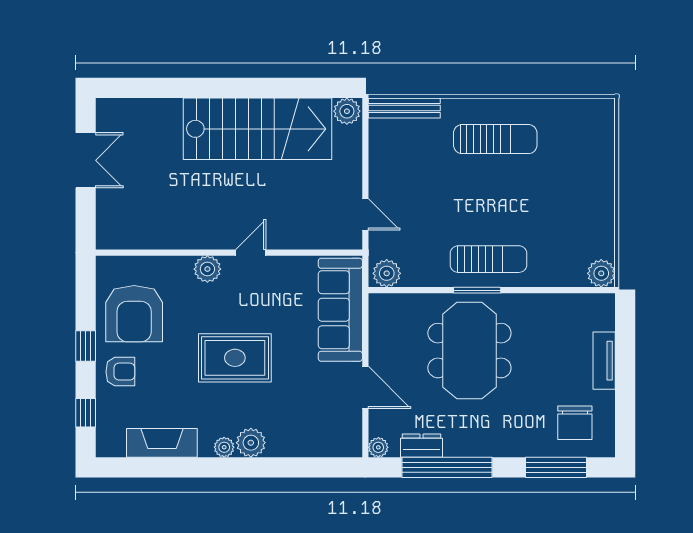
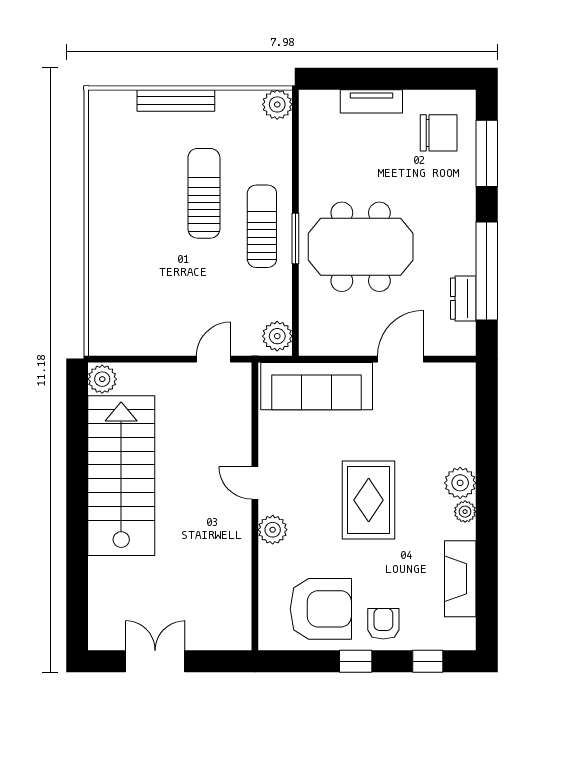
bench: (404, 108) -> (176, 100), moved, turned 90
sun lounger: (495, 139) -> (204, 193), moved
plant: (378, 447) -> (465, 345), removed

